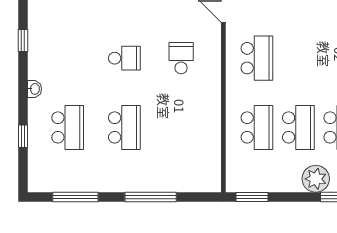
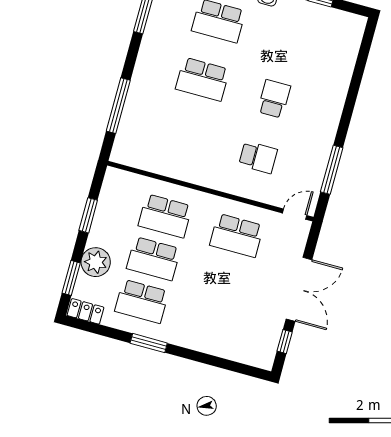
school desk: (124, 58) -> (274, 99), turned 180
window: (151, 197) -> (118, 106), moved
window: (252, 197) -> (88, 215), moved

